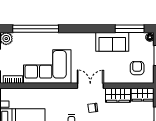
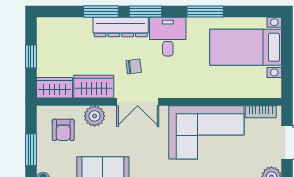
plant: (117, 77) -> (95, 116), added

